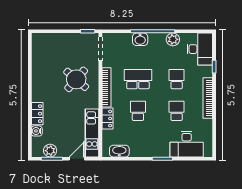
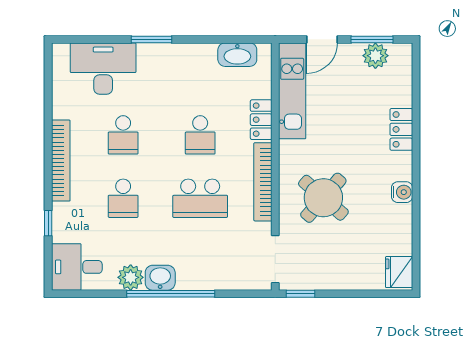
washbasin: (140, 39) -> (160, 278), moved
fridge: (38, 42) -> (399, 272), added
desk: (200, 49) -> (77, 267), width x0.73
water cooler: (37, 131) -> (402, 192), moved

